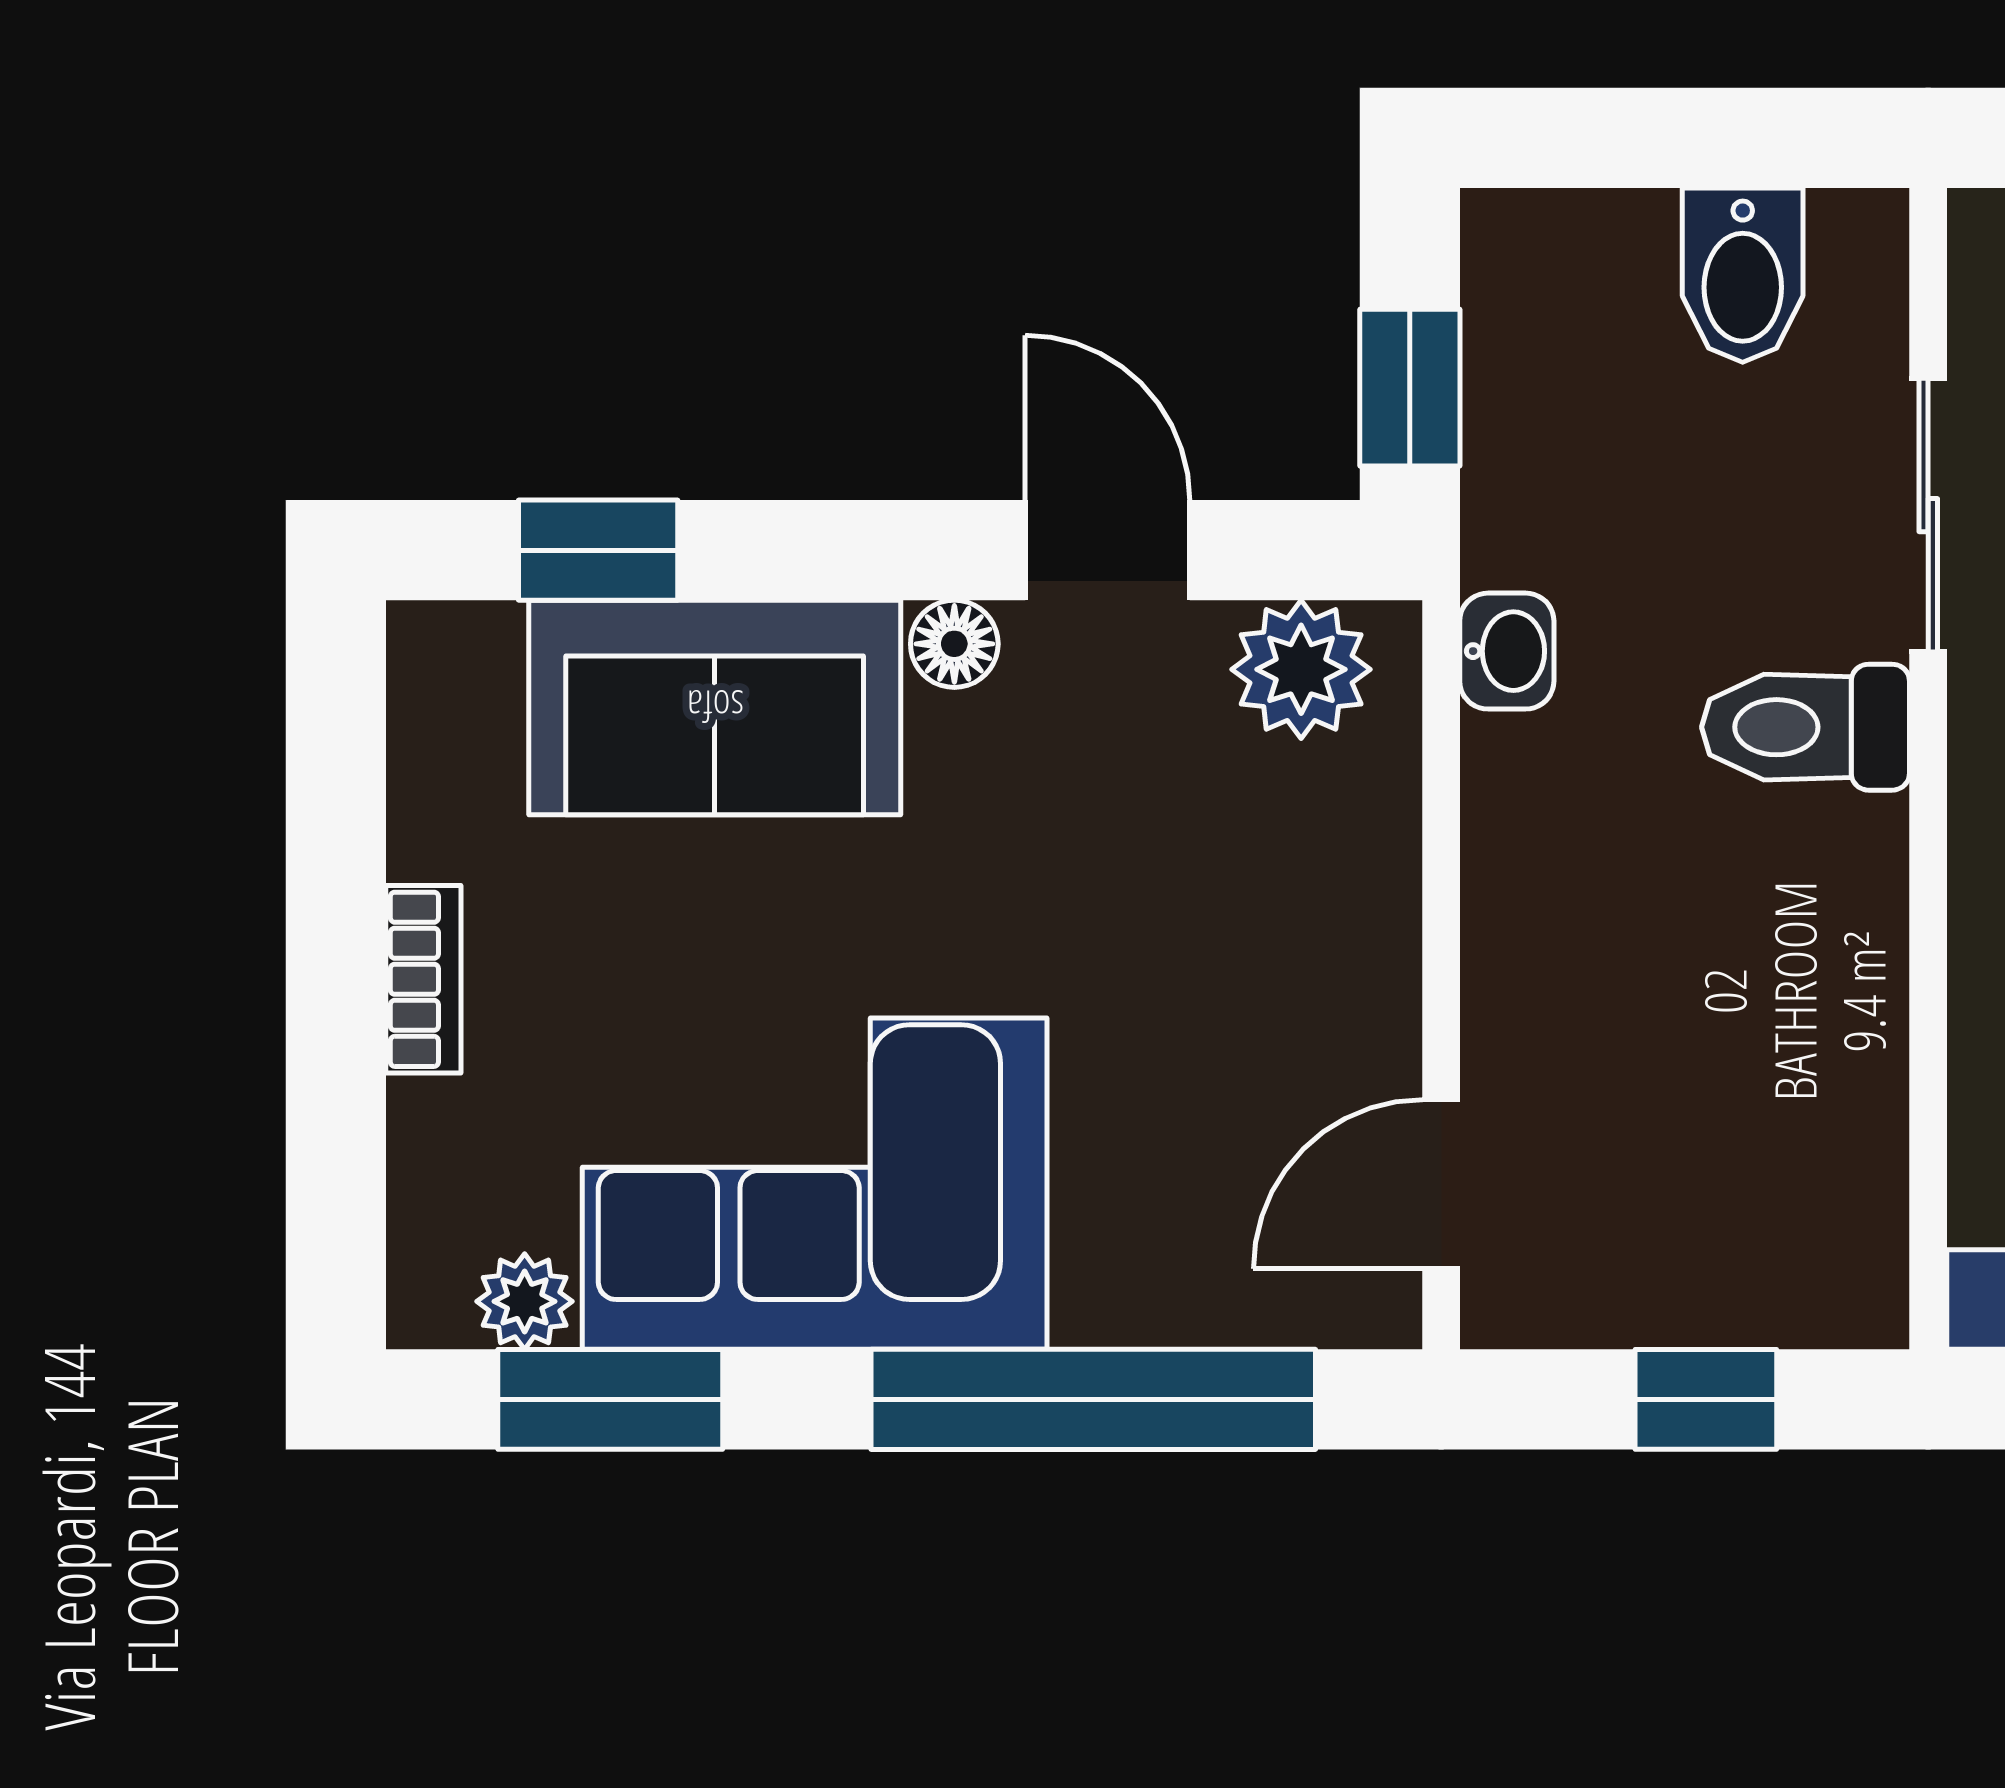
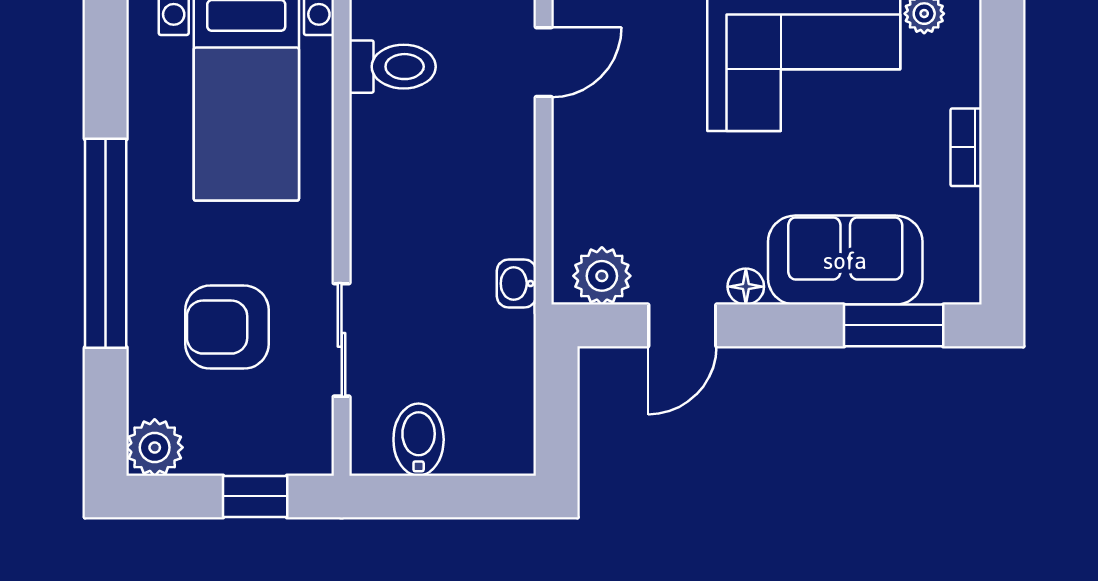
window: (1410, 388) -> (557, 393), removed
window: (598, 550) -> (894, 325), width x1.50
door: (1107, 550) -> (682, 325), hinge flipped
toilet: (1806, 727) -> (392, 67), moved

